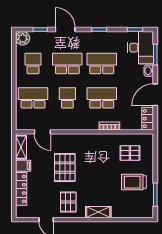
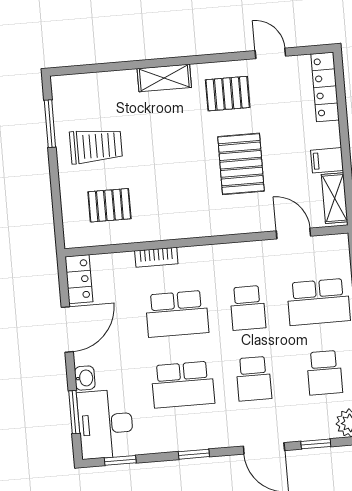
school desk: (67, 63) -> (254, 379), width x0.54
locker: (21, 189) -> (325, 87), moved
pallet: (68, 202) -> (228, 94), turned 90

